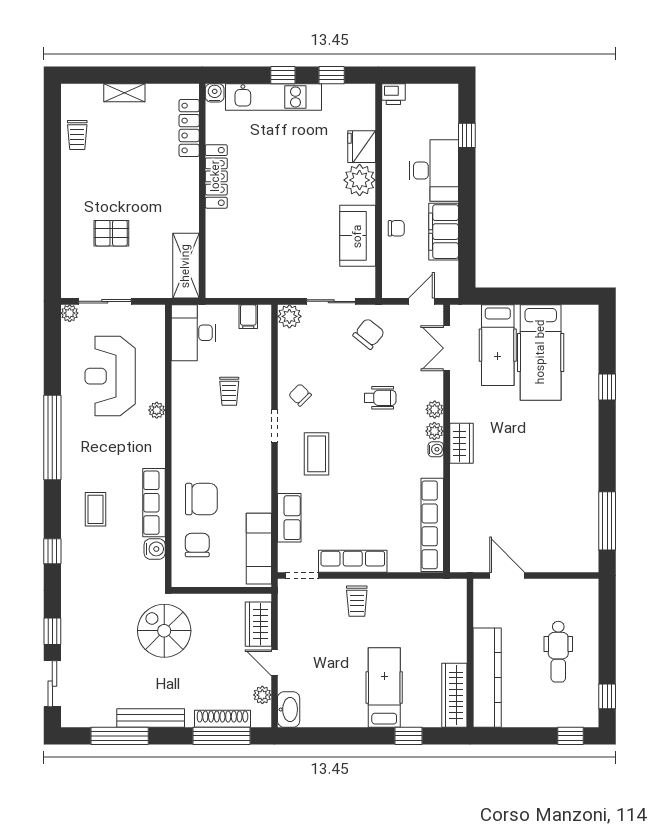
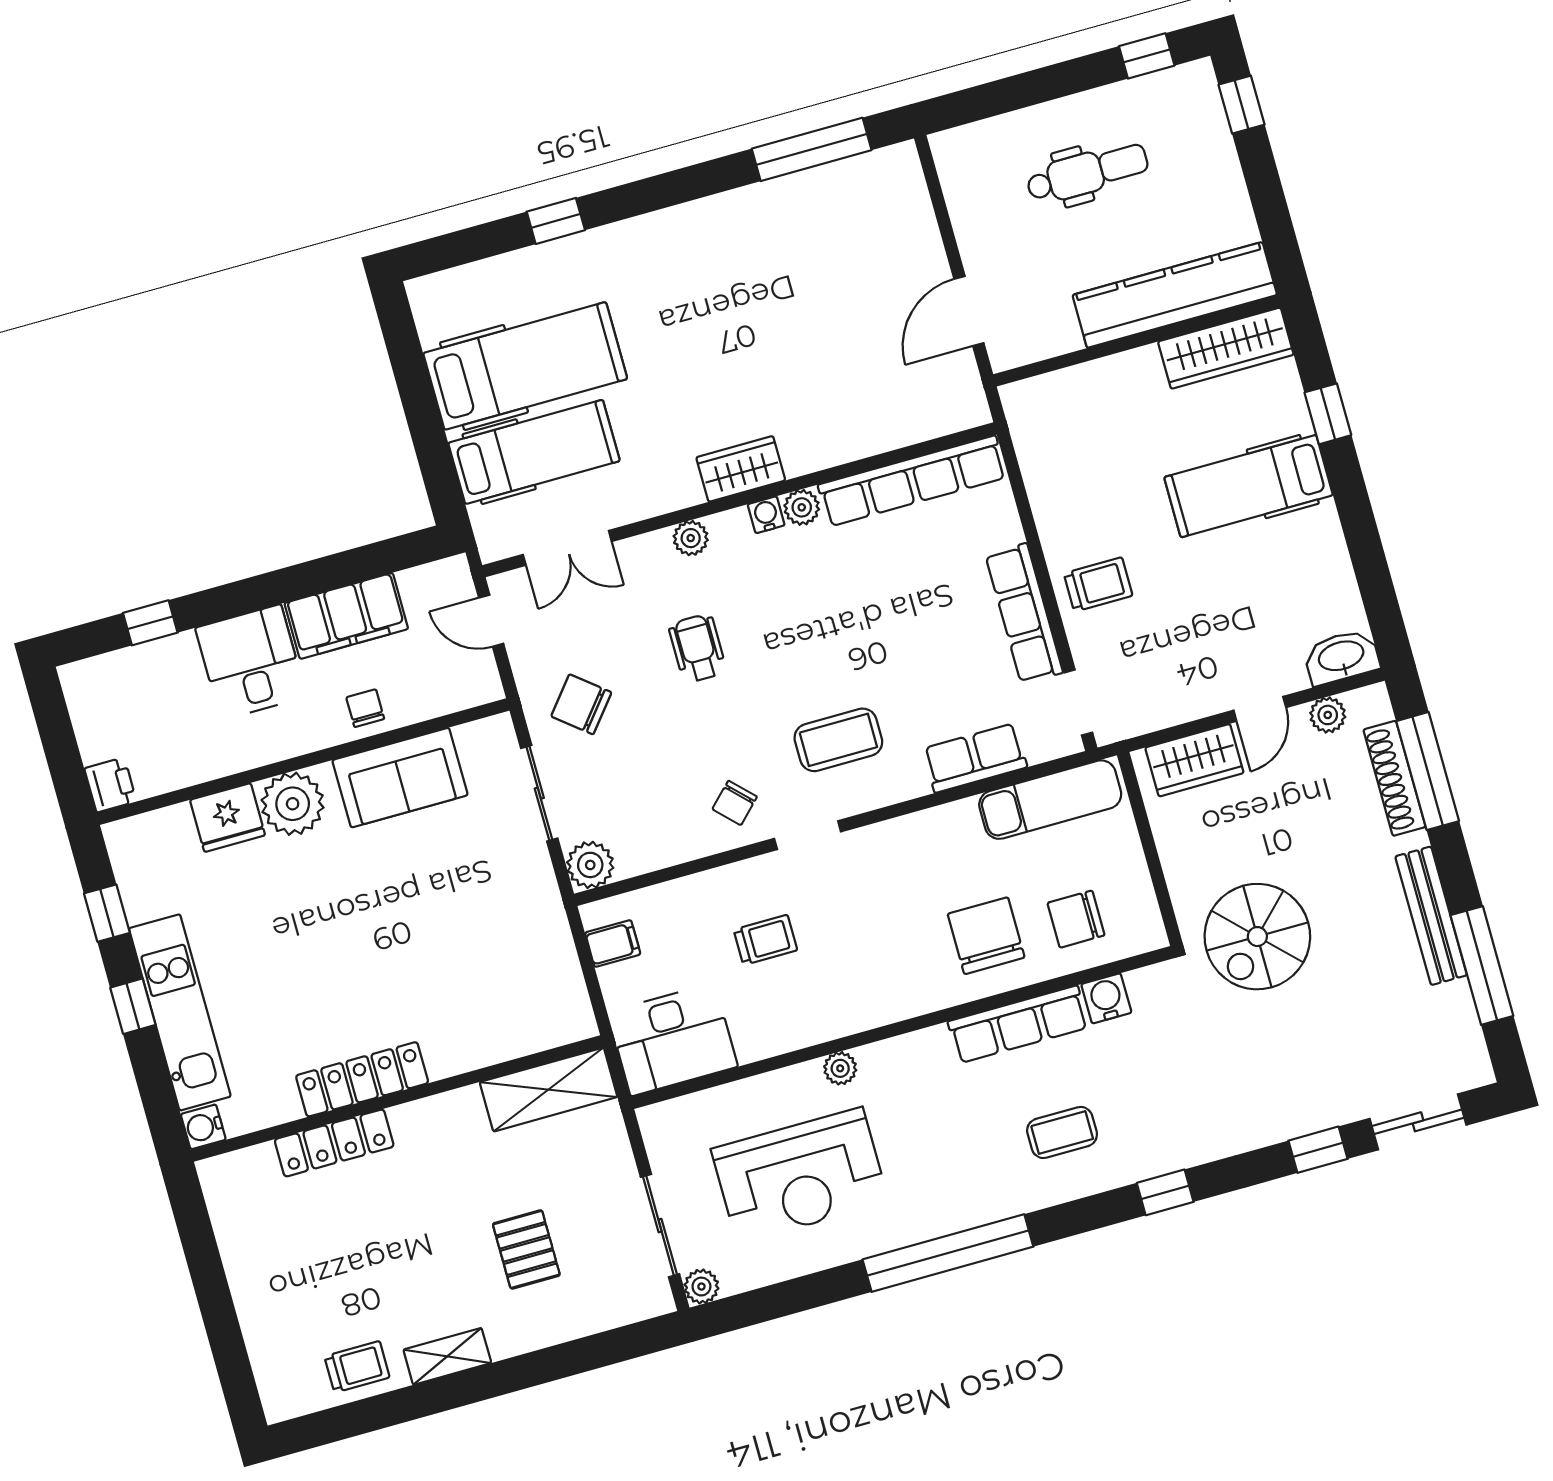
shelving: (124, 93) -> (447, 1356), moved, turned 90
locker: (189, 128) -> (334, 1143), moved
desk: (434, 171) -> (251, 662), width x0.73
plant: (434, 431) -> (802, 507), moved

